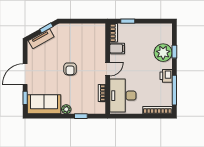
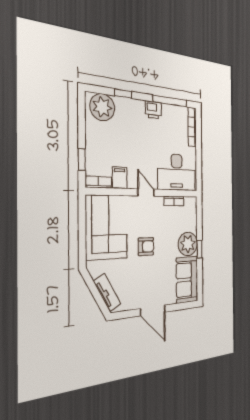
window: (46, 28) -> (92, 286), removed
corner sofa: (84, 39) -> (107, 227), added
plant: (163, 53) -> (102, 107), moved
window: (25, 98) -> (180, 306), removed
plant: (66, 109) -> (188, 244), width x1.88, depth x1.88
window: (81, 116) -> (200, 249), moved

